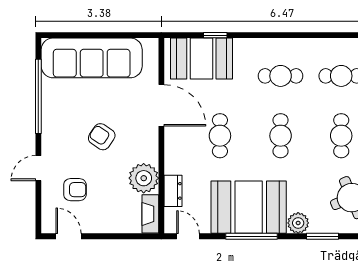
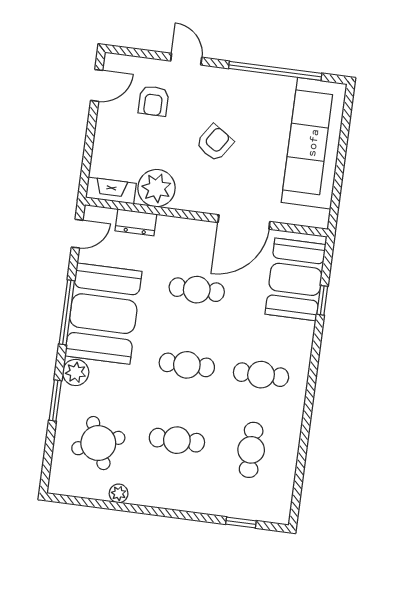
cafe table: (281, 76) -> (261, 375), turned 90

